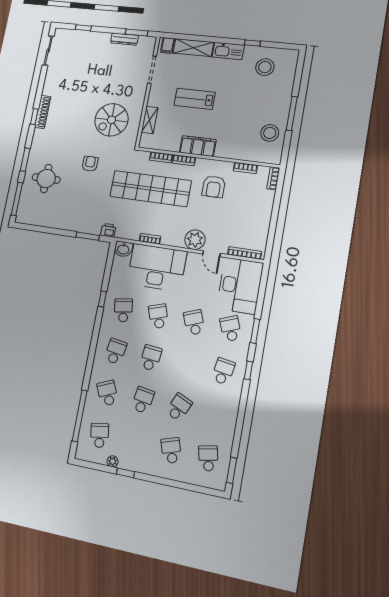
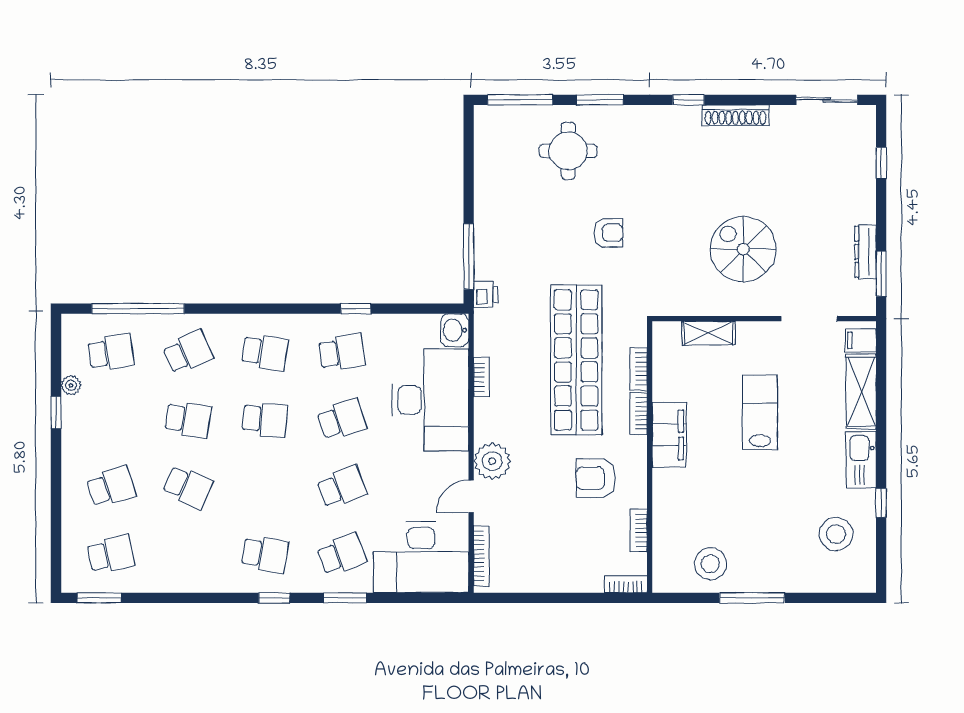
shoe rack: (43, 112) -> (735, 115), moved
spiral stairs: (111, 120) -> (743, 249), moved
window: (88, 236) -> (469, 256), width x1.44

